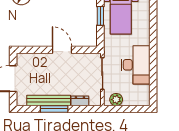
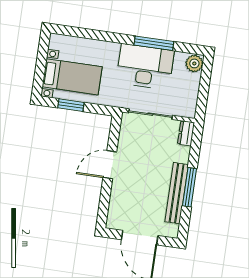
window: (153, 69) -> (154, 43), added
plant: (116, 100) -> (194, 63), moved
dresser: (80, 101) -> (186, 133), moved

